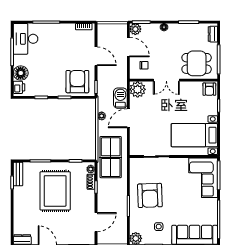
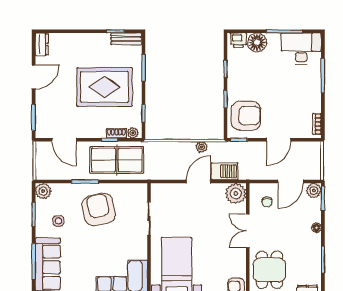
door: (128, 118) -> (198, 182), hinge flipped
table tennis table: (111, 157) -> (117, 160), moved
armchair: (150, 195) -> (99, 209), turned 80

